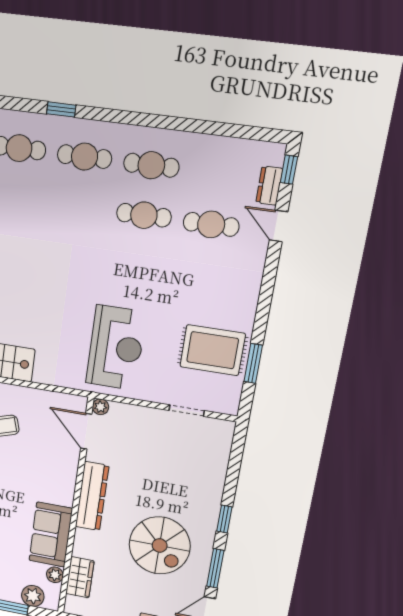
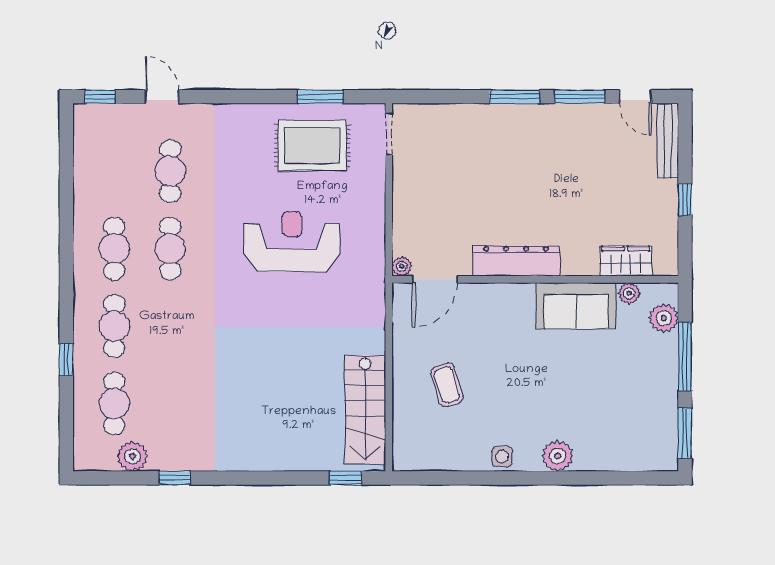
dresser: (269, 186) -> (120, 115), removed
door: (279, 226) -> (162, 97), swing flipped
reception desk: (116, 348) -> (292, 242), moved
rug: (213, 350) -> (312, 145), turned 90
doorway: (187, 411) -> (389, 134), moved
window: (224, 519) -> (515, 97), width x1.50
spiral stairs: (160, 545) -> (564, 169), removed

